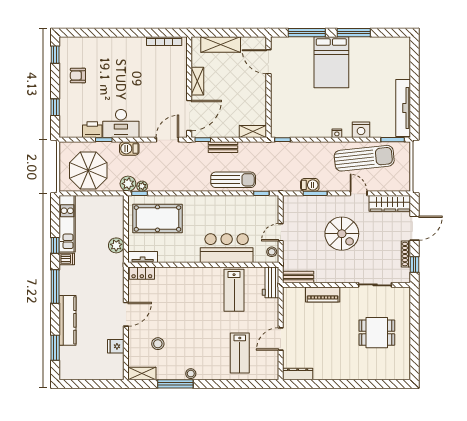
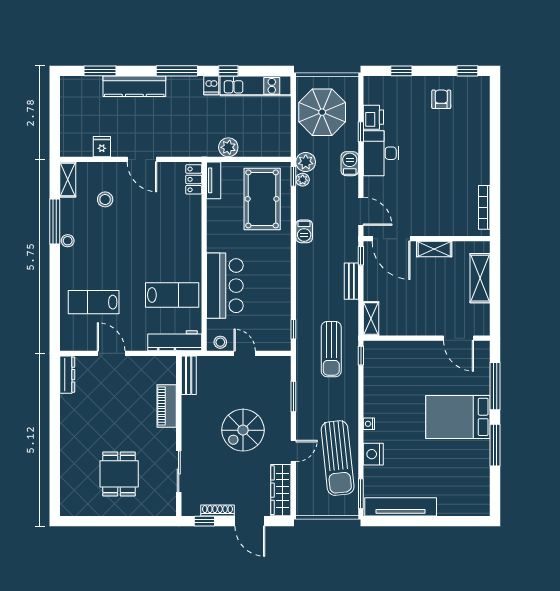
door: (268, 62) -> (459, 338), swing flipped
sun lounger: (233, 180) -> (331, 349), moved
barbecue: (310, 185) -> (304, 231), moved
workbench: (271, 282) -> (175, 341), width x1.37
lab bench: (234, 290) -> (172, 295), turned 180

